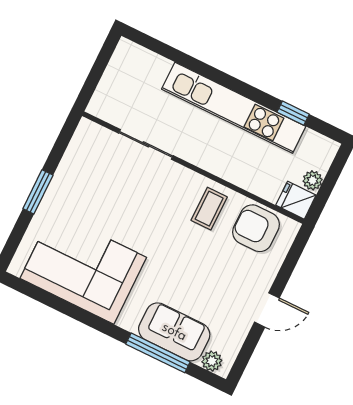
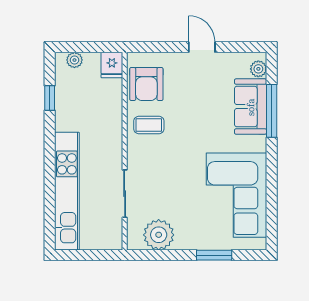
kitchen unit: (234, 108) -> (67, 191), moved
plant: (82, 160) -> (159, 235), added
plant: (313, 180) -> (74, 60), moved
window: (38, 192) -> (214, 255), moved

